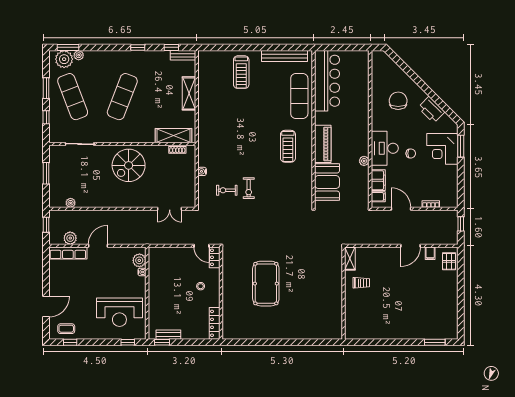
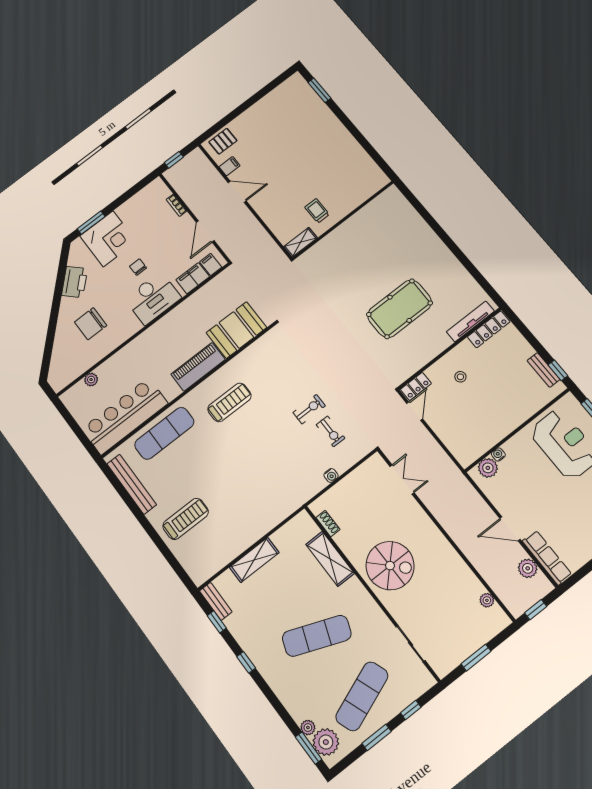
shelving: (174, 136) -> (330, 559), moved
plant: (364, 161) -> (91, 380), moved
tv unit: (227, 317) -> (470, 321), added

